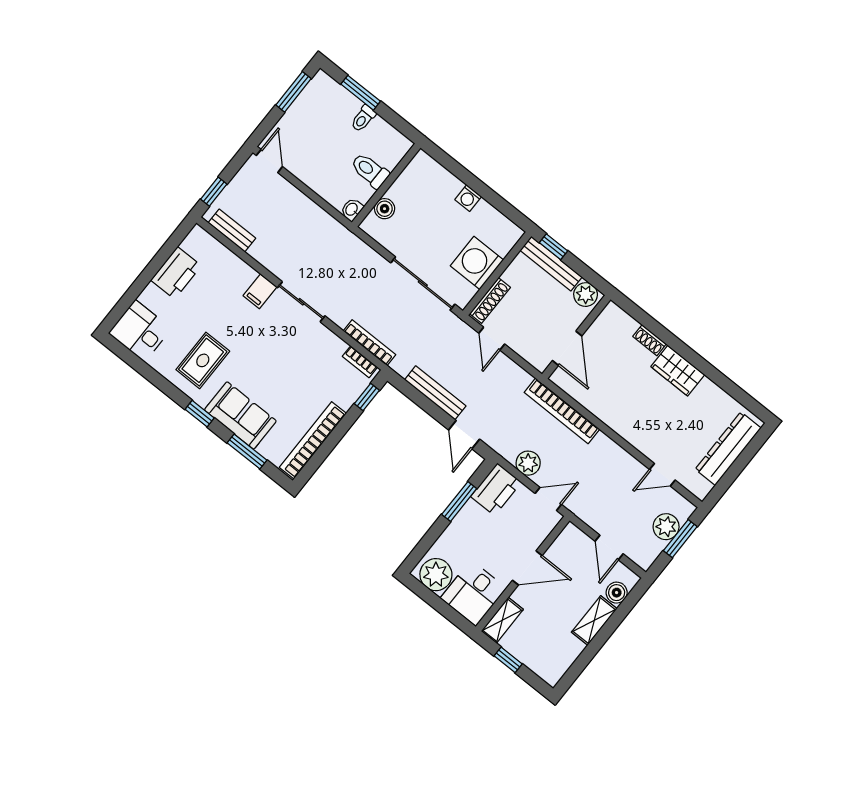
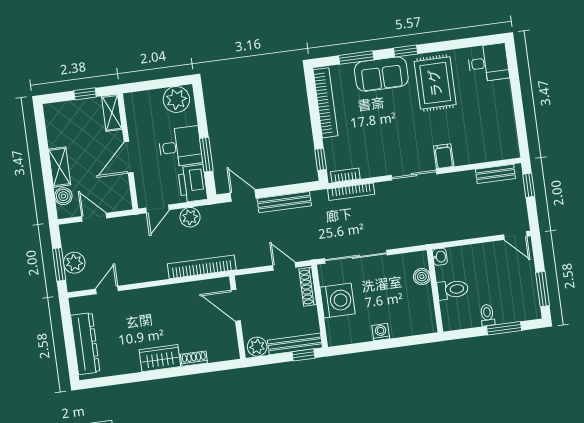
printer: (176, 273) -> (502, 117), removed
rug: (203, 360) -> (435, 83), width x1.36, depth x1.43
desk: (473, 593) -> (180, 147), moved, turned 90

